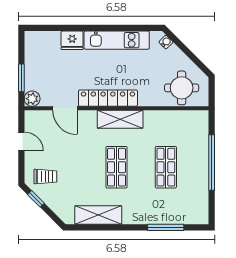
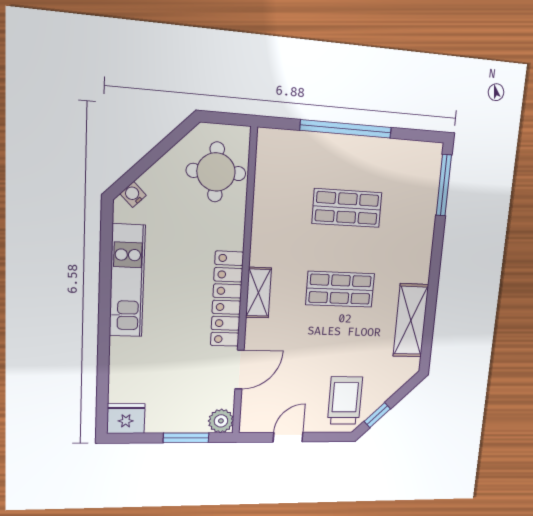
fridge: (72, 40) -> (126, 419), moved, turned -90
shelving: (120, 119) -> (259, 293), width x0.67, depth x0.75
trolley: (45, 176) -> (345, 401), width x1.36, depth x1.39
window: (166, 227) -> (444, 185), moved

